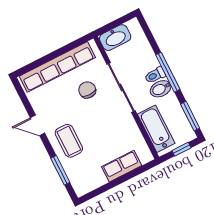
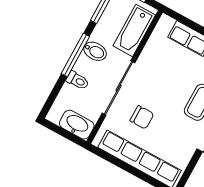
toilet: (155, 75) -> (78, 80), moved
chair: (87, 90) -> (142, 117), turned -90

